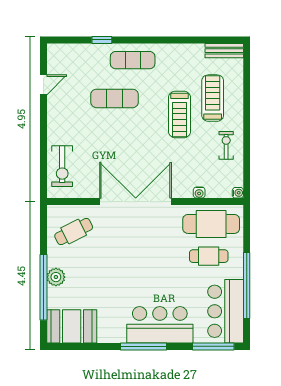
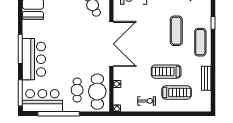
bench: (224, 51) -> (206, 78), moved

